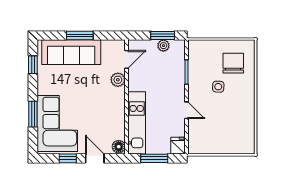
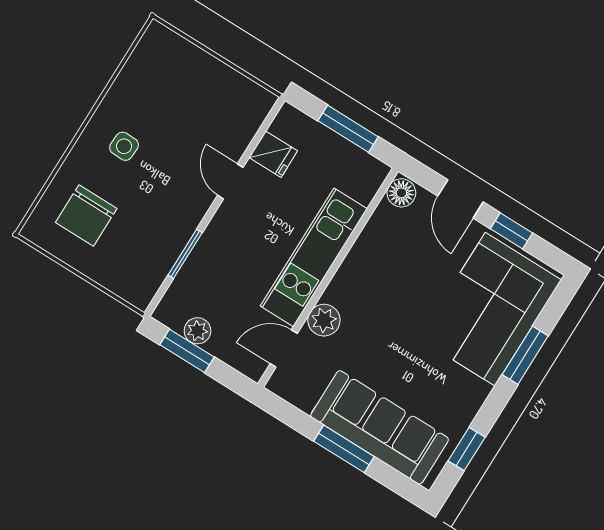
side table: (218, 87) -> (124, 146), moved
kitchen unit: (137, 123) -> (314, 257), moved
fridge: (178, 146) -> (273, 154), moved, turned -90

